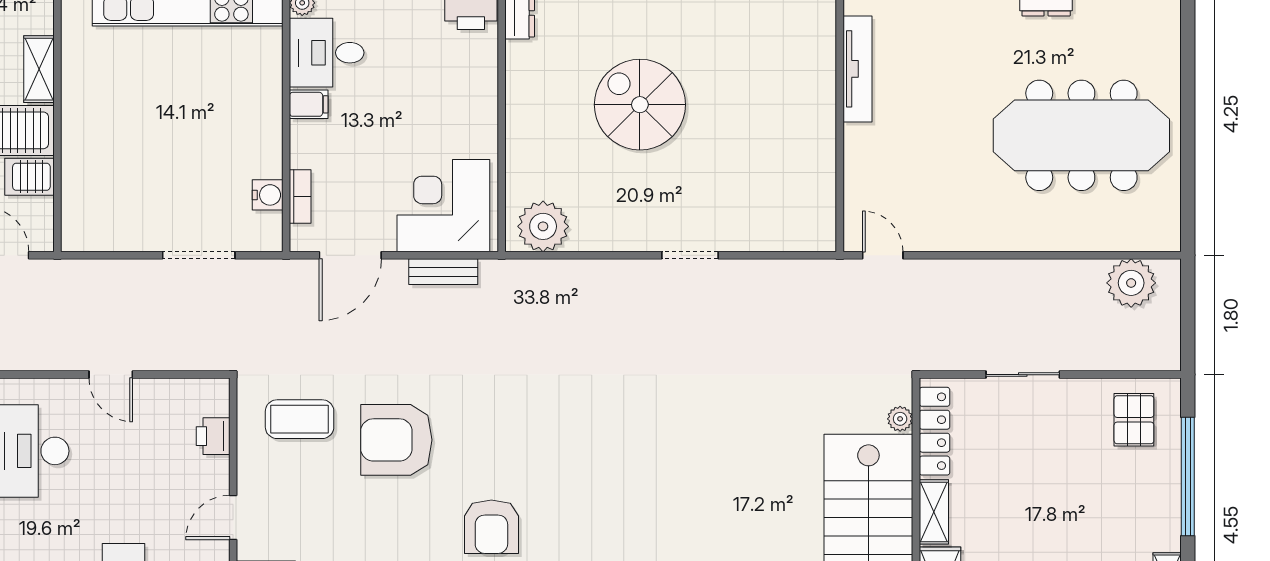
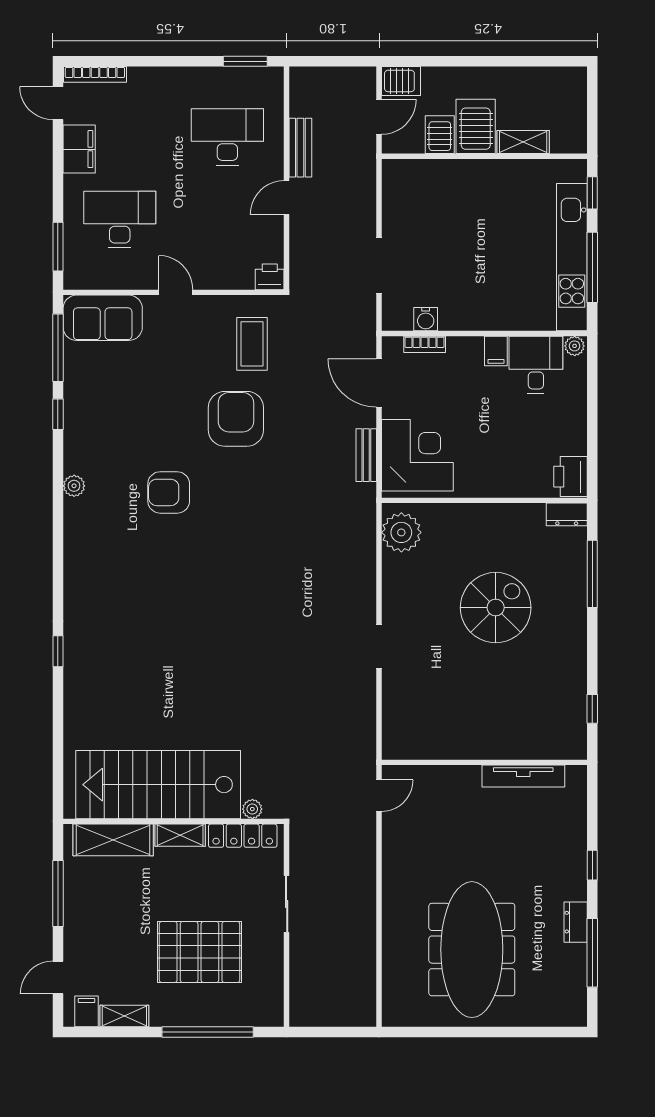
plant: (1131, 283) -> (358, 988), removed
bench: (46, 357) -> (300, 148), added
pallet: (1134, 420) -> (200, 952), moved, width x2.05, depth x2.00
printer: (213, 436) -> (270, 277), moved

